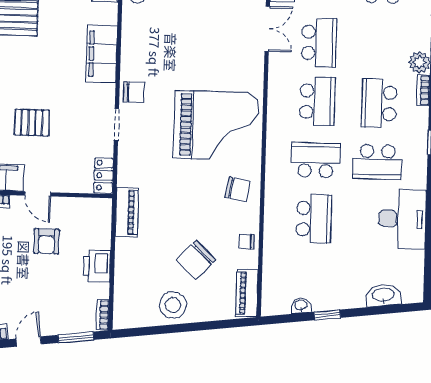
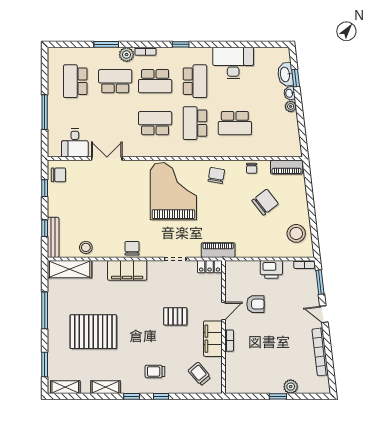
school desk: (319, 43) -> (115, 81), moved
chair: (134, 92) -> (132, 248), moved
pallet: (32, 123) -> (175, 316), turned 90
piano: (127, 212) -> (218, 250), moved
school desk: (314, 219) -> (235, 123), turned 180
chair: (196, 260) -> (265, 202), turned -82
plant: (336, 302) -> (291, 106), added
stool: (173, 305) -> (296, 233), moved
washbasin: (301, 305) -> (289, 93), moved
window: (327, 315) -> (296, 78), moved

